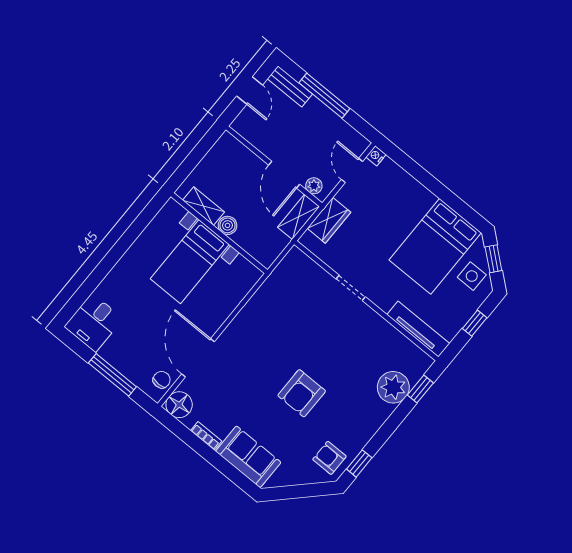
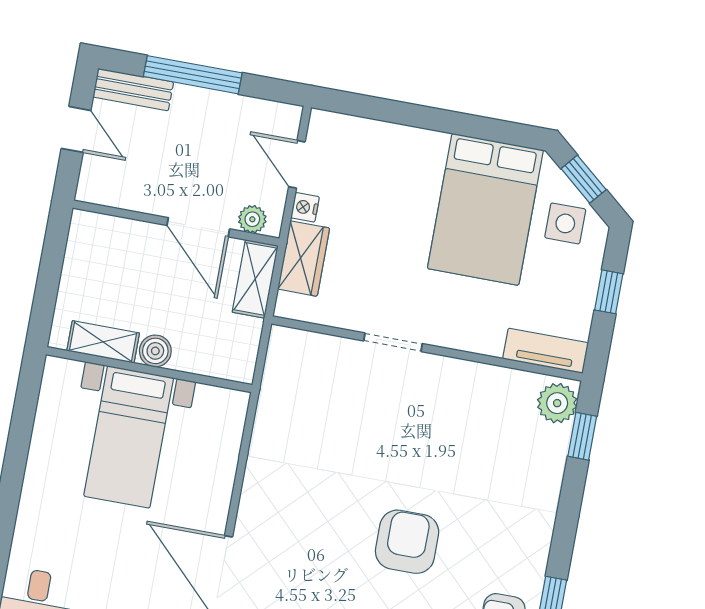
nightstand: (376, 156) -> (305, 207), moved
tv unit: (418, 329) -> (546, 351), width x0.71
plant: (393, 387) -> (557, 403), moved, width x0.73, depth x0.73
armchair: (302, 393) -> (407, 542), turned 180

